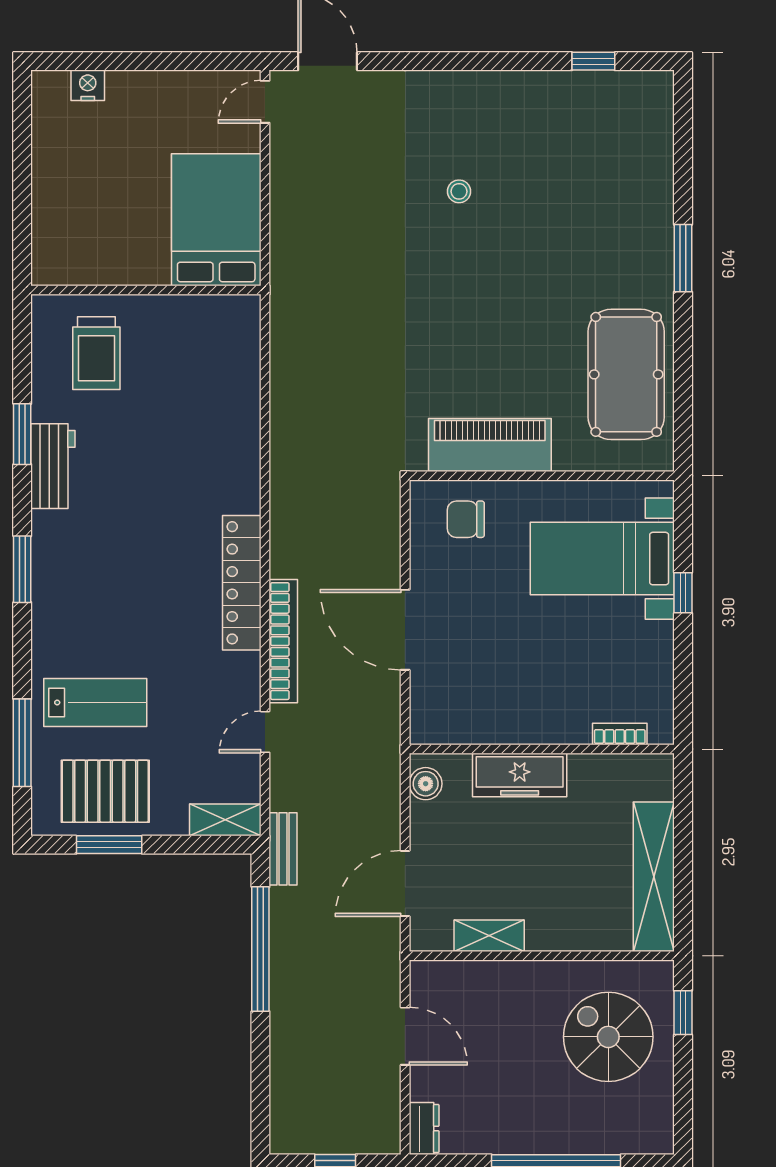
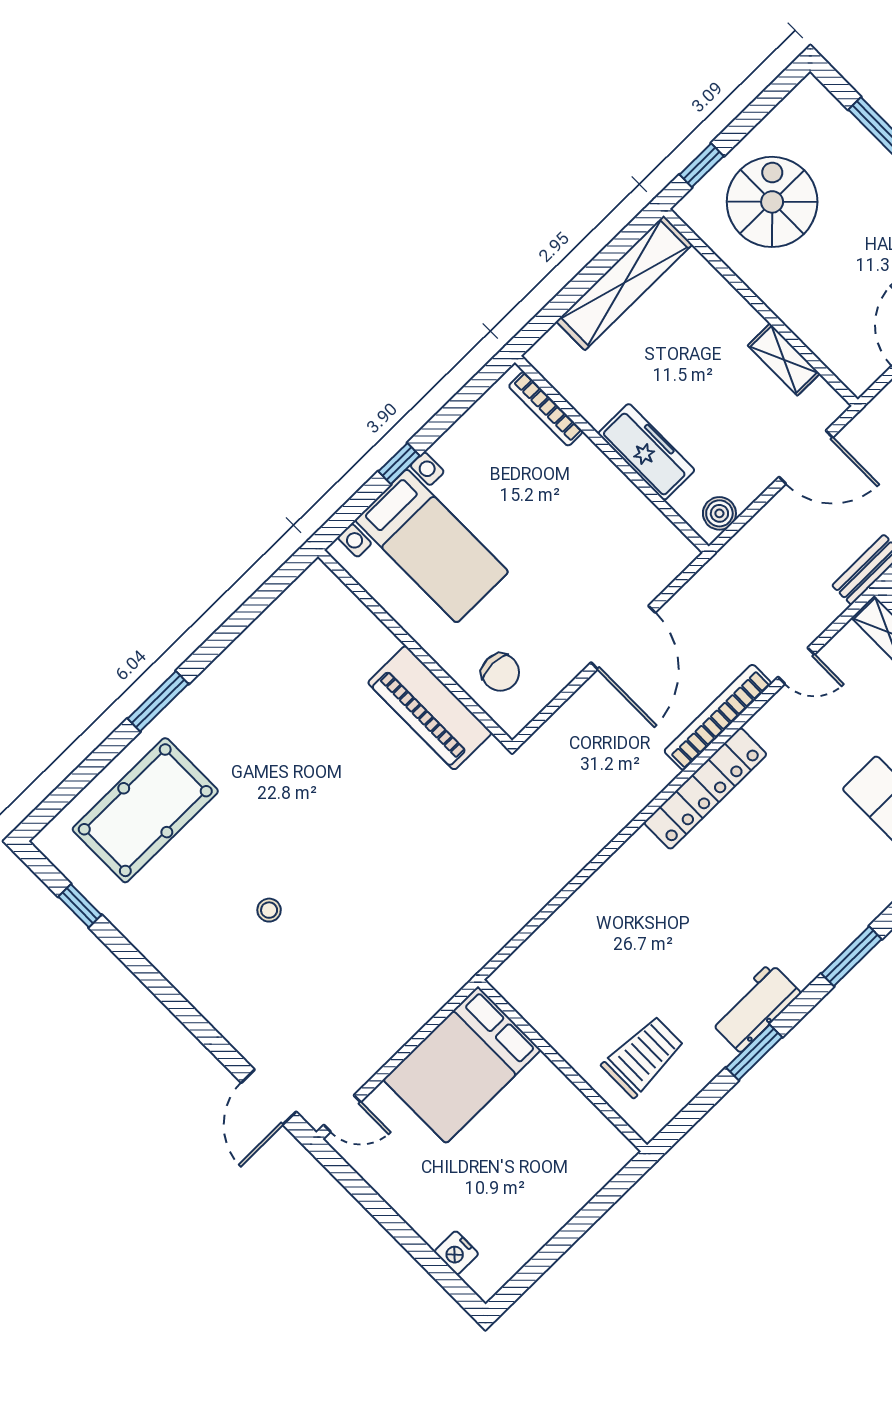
pool table: (626, 374) -> (145, 810), moved
bookcase: (620, 734) -> (546, 409), width x1.56
spiral stairs: (608, 1037) -> (772, 202), turned 180

